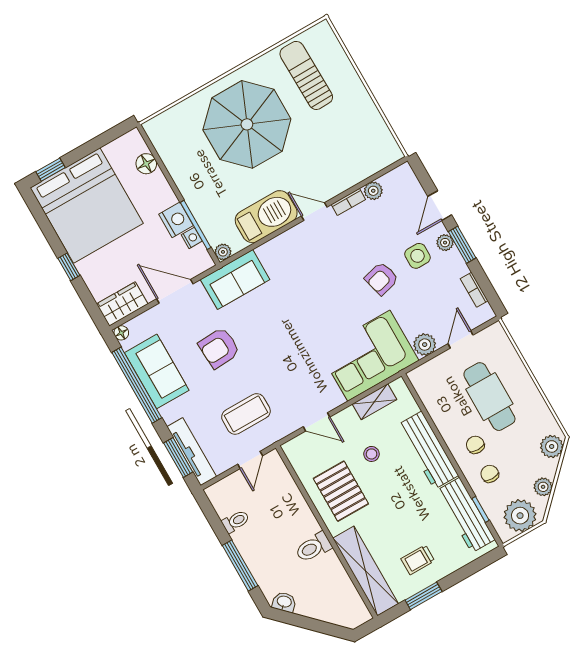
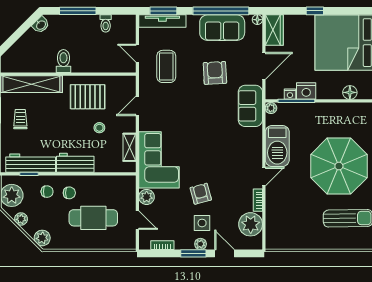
plant: (373, 191) -> (251, 224), width x1.87, depth x1.87
workbench: (428, 450) -> (75, 163), width x0.73

